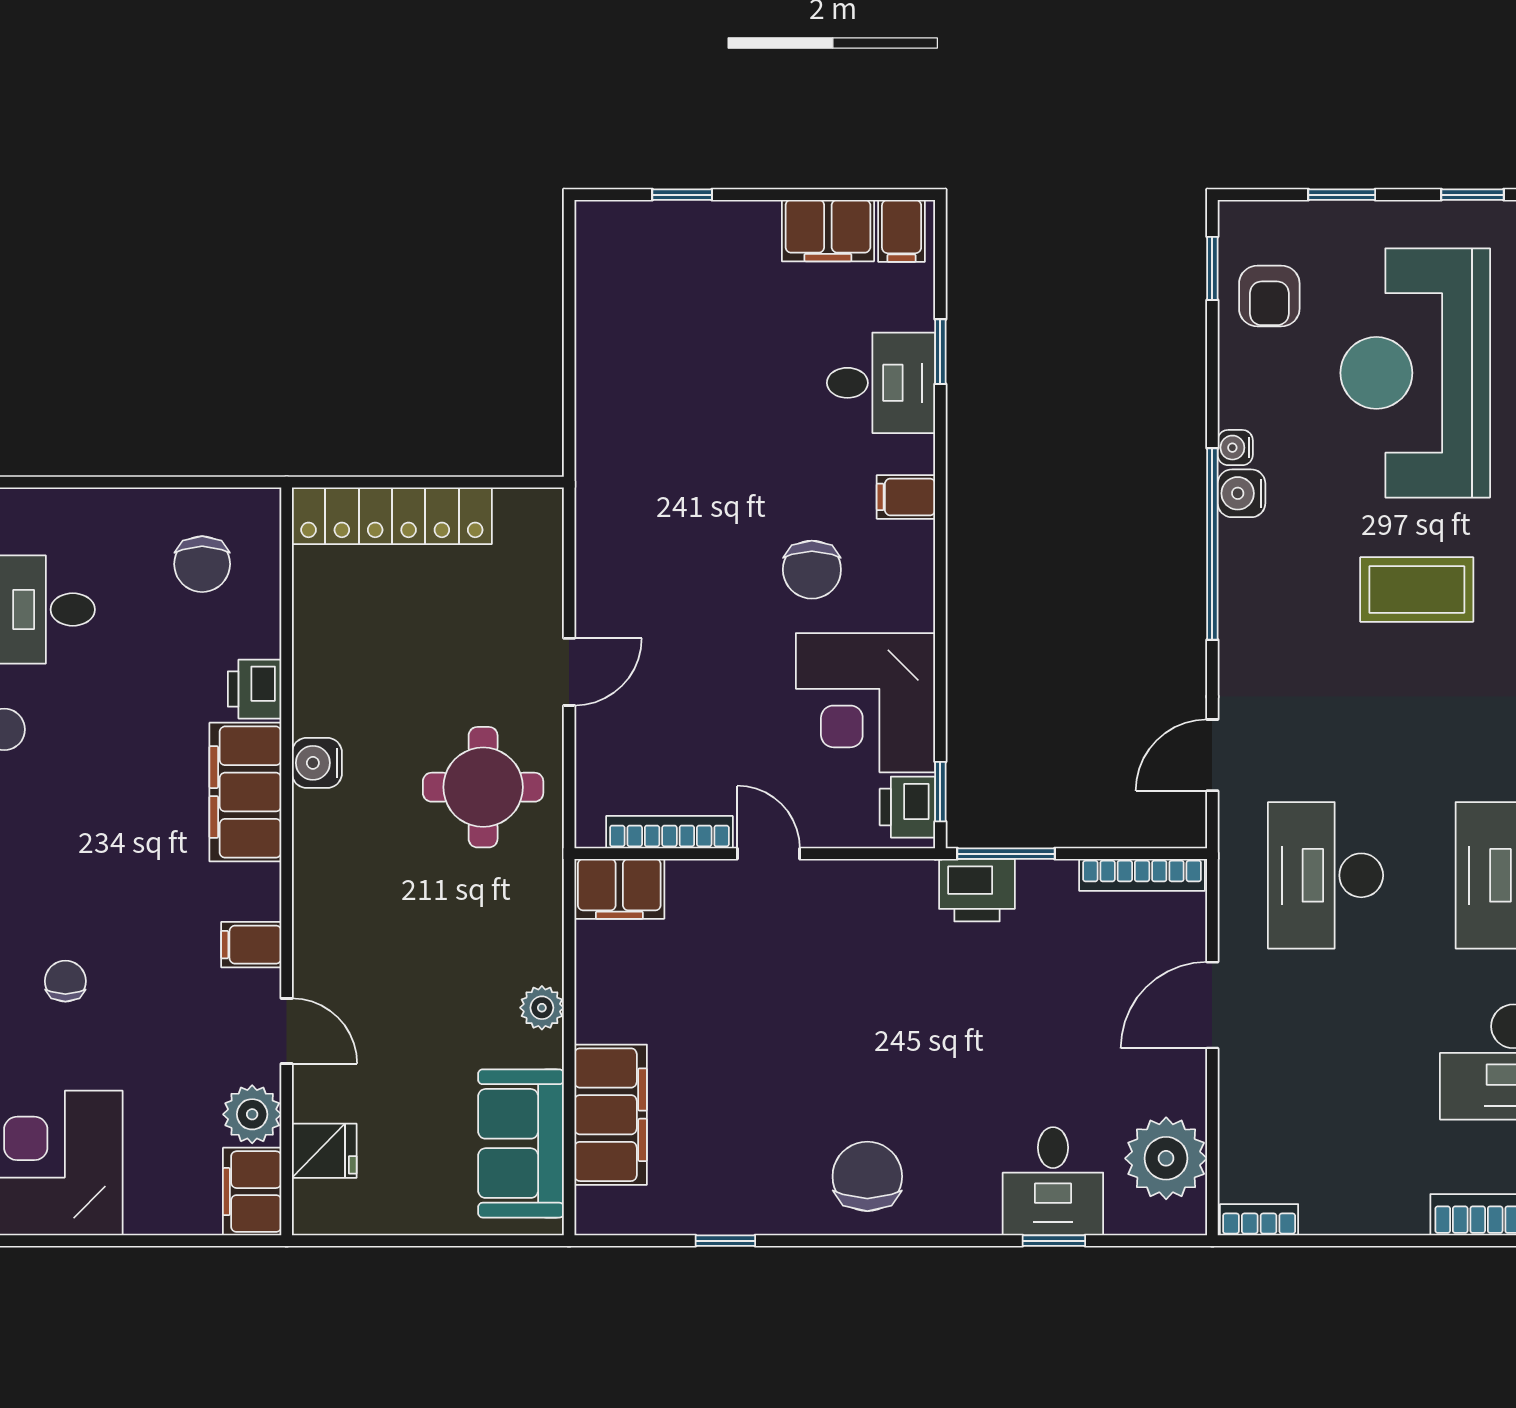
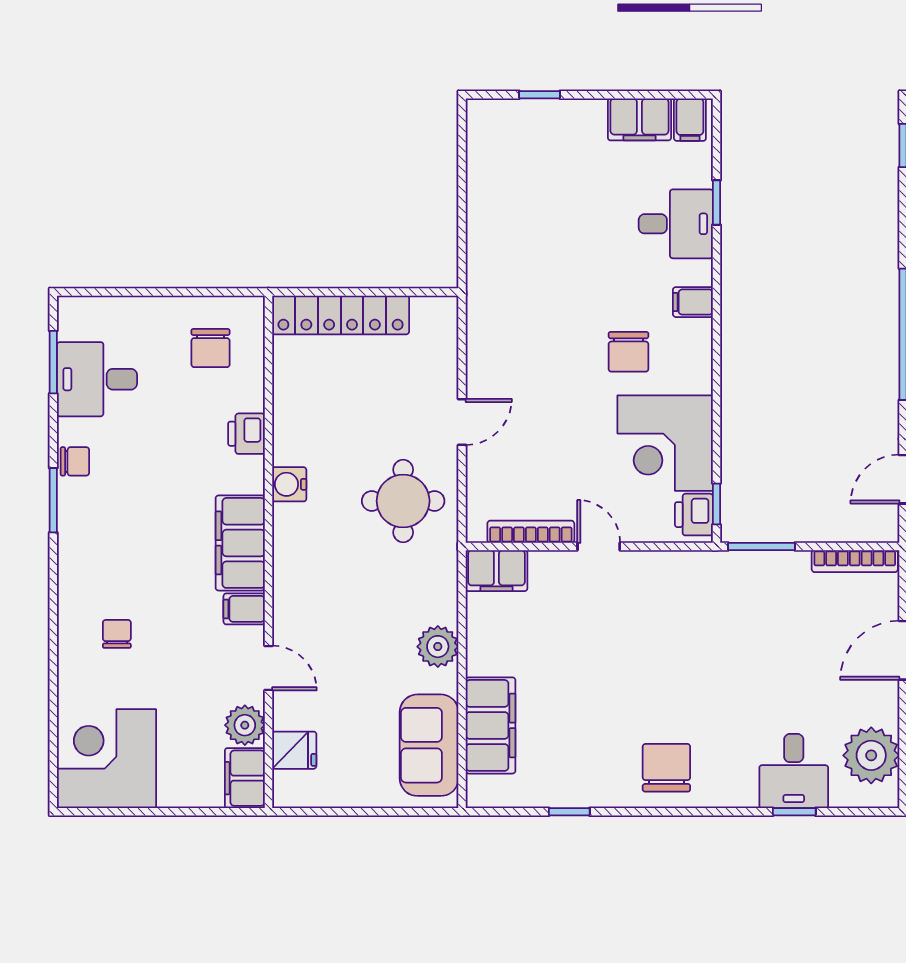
filing cabinet: (245, 792) -> (240, 543), moved
printer: (977, 890) -> (742, 572), removed
plant: (542, 1008) -> (438, 647), width x1.38, depth x1.38

